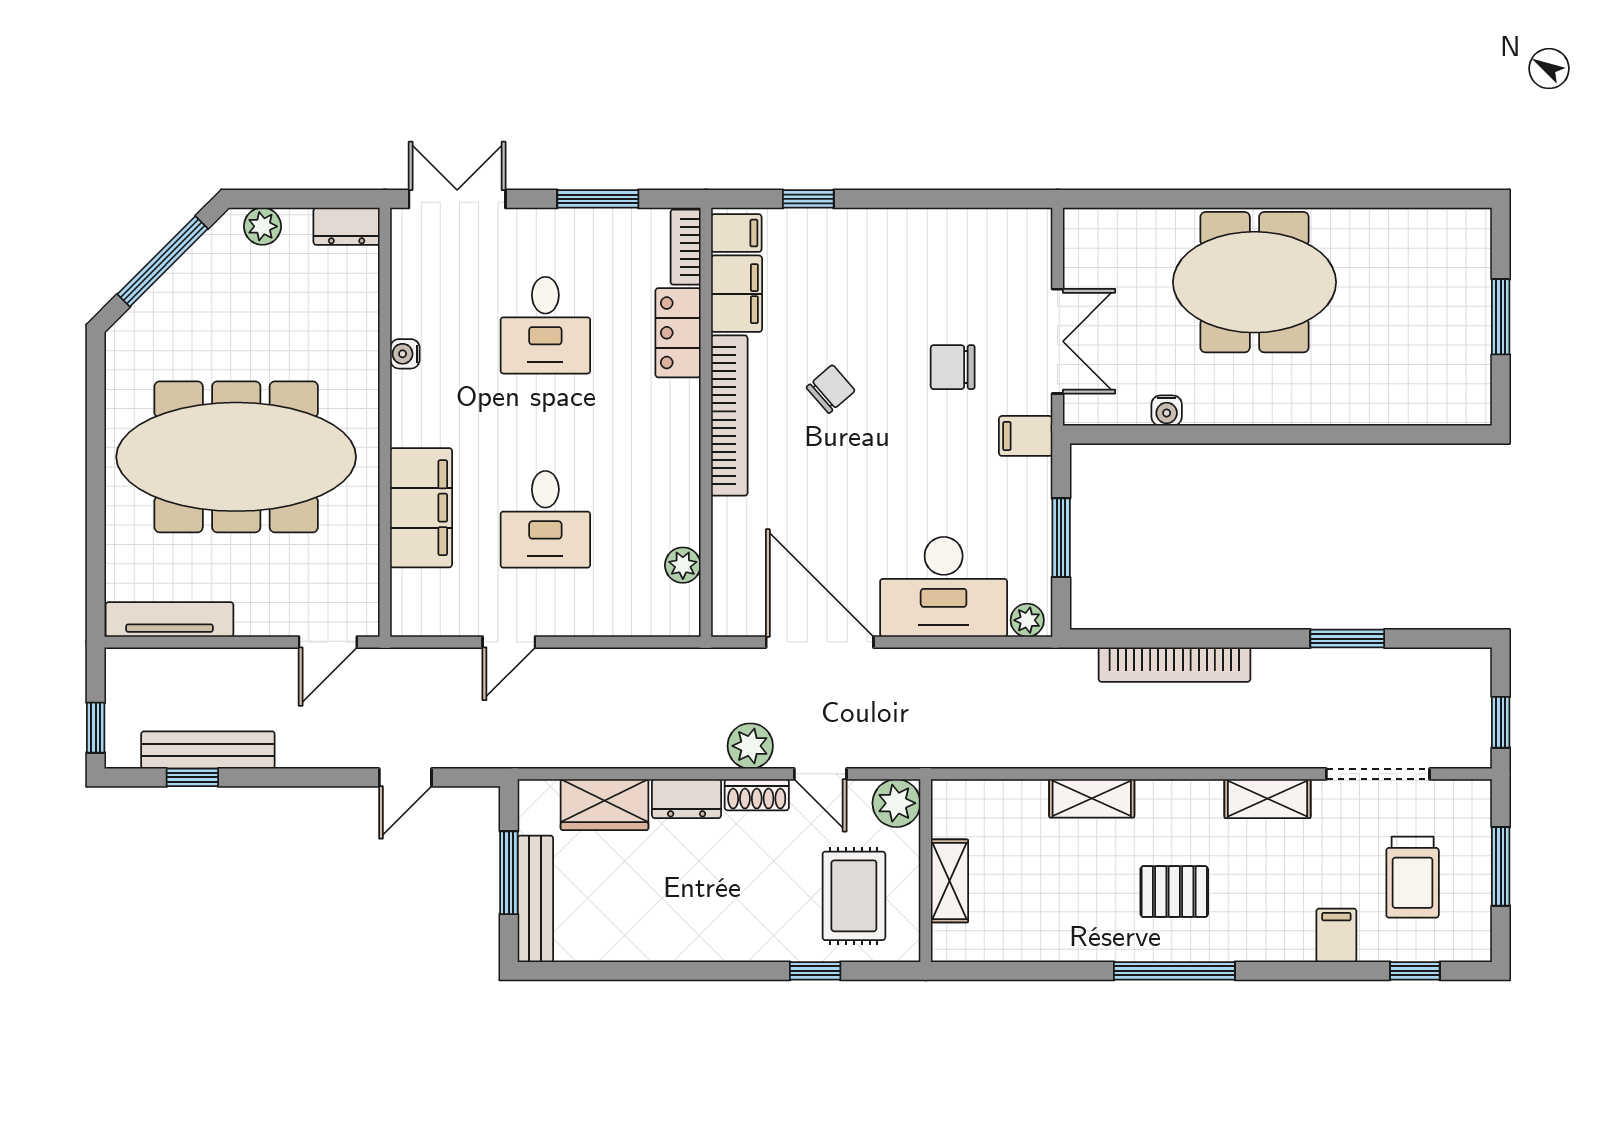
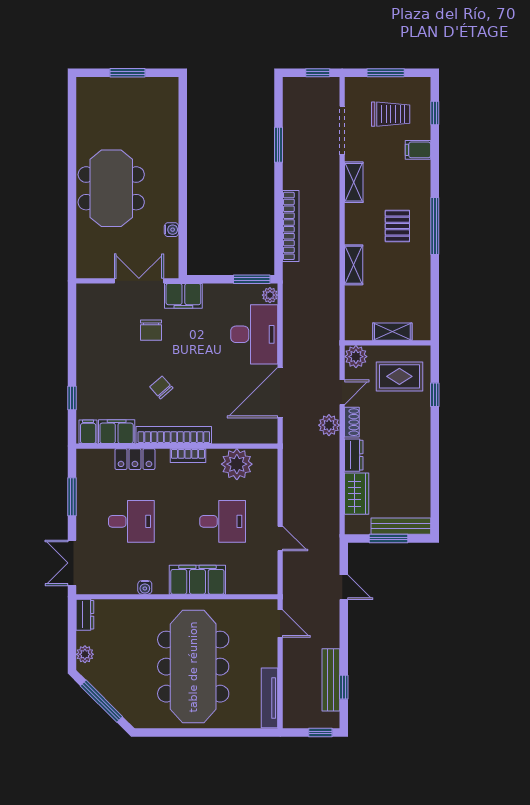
bookcase: (686, 247) -> (188, 456), moved
filing cabinet: (1026, 436) -> (183, 296), width x2.00
filing cabinet: (421, 508) -> (197, 580), moved
window: (1061, 538) -> (252, 279), moved
plant: (683, 565) -> (237, 464), width x1.87, depth x1.87

